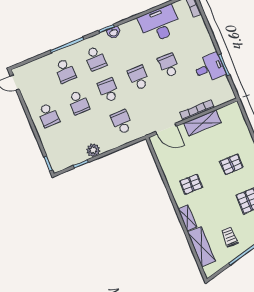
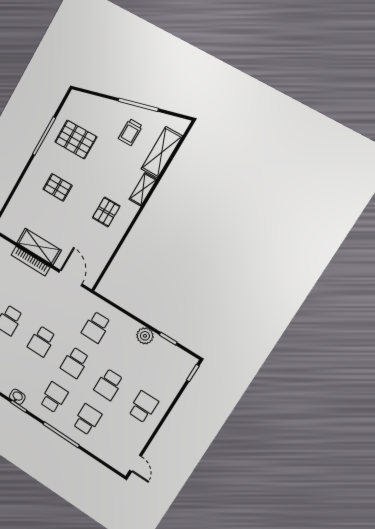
school desk: (78, 103) -> (109, 385), turned 180
pallet: (191, 184) -> (106, 212), turned 90

